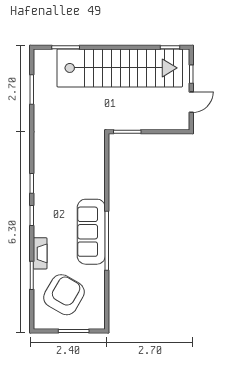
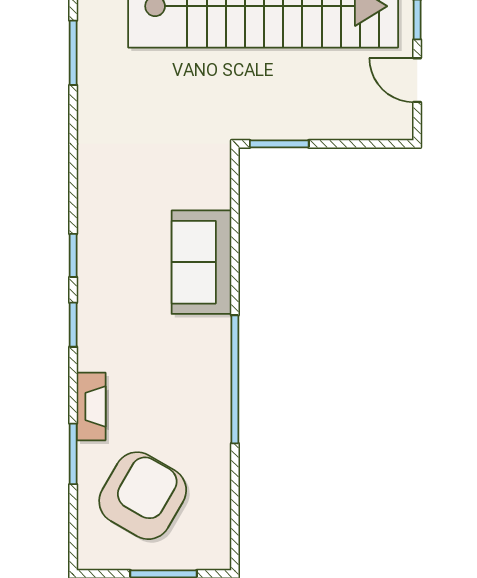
door: (191, 102) -> (417, 80), swing flipped
sofa: (91, 232) -> (201, 262), moved, width x0.73

